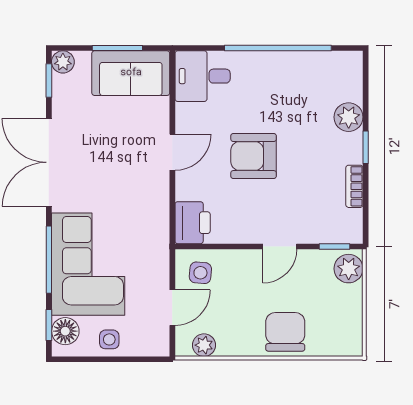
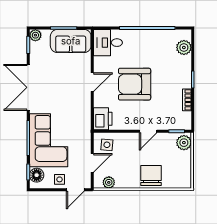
plant: (349, 117) -> (184, 47), moved
armchair: (254, 156) -> (135, 84), width x1.36, depth x1.36
door: (139, 359) -> (75, 190), added

